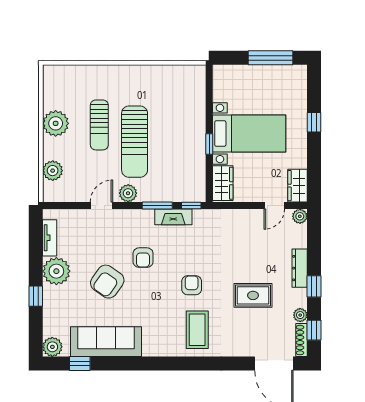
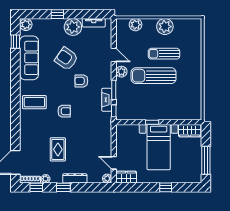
wardrobe: (223, 183) -> (190, 131), moved
coffee table: (197, 330) -> (34, 102), moved

